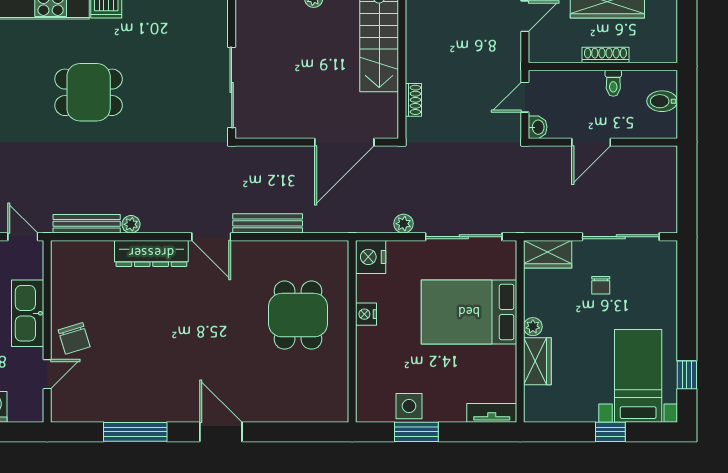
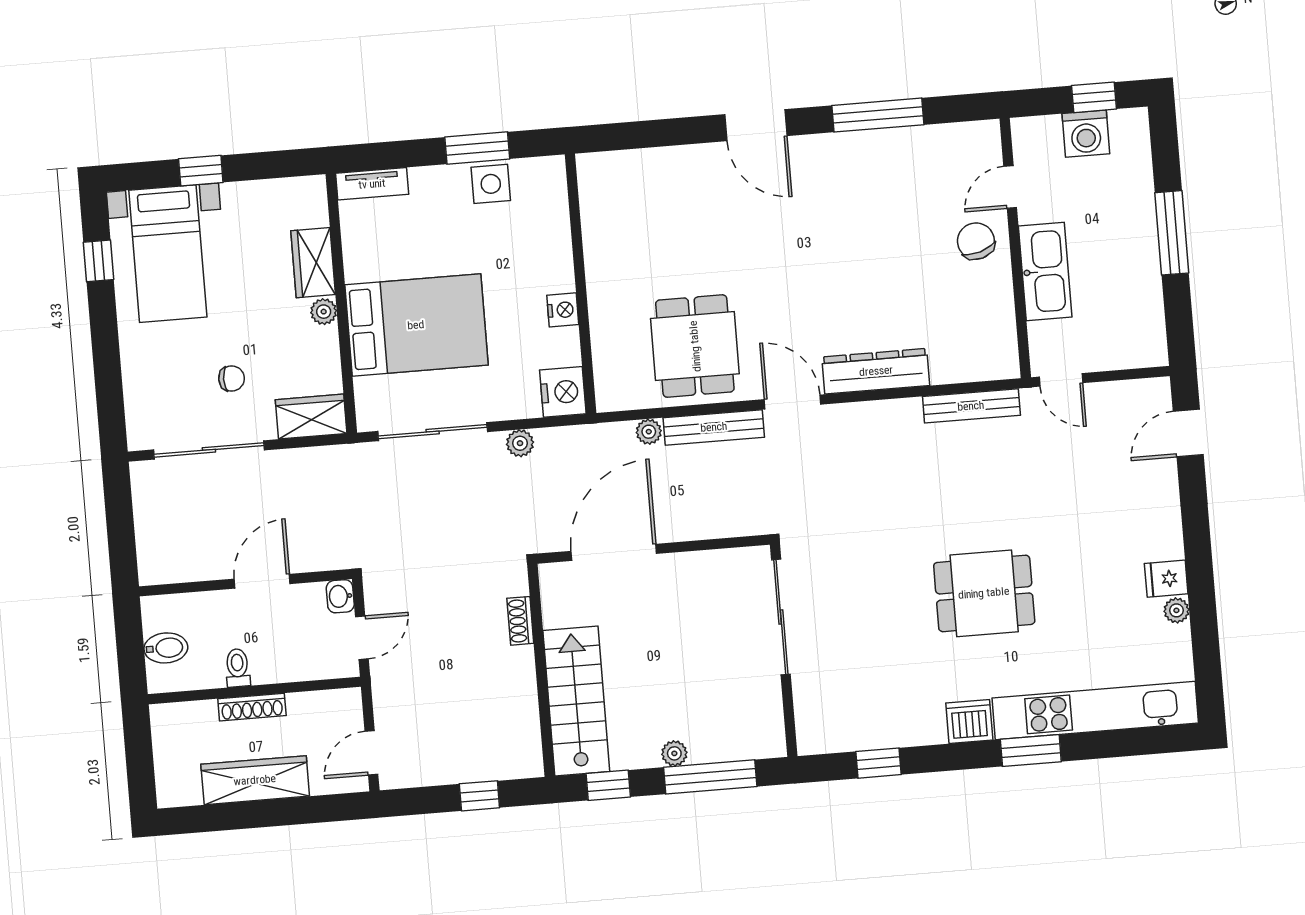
plant: (131, 224) -> (649, 432), moved
chair: (601, 285) -> (232, 379), turned 90
dining table: (298, 315) -> (695, 346), moved

